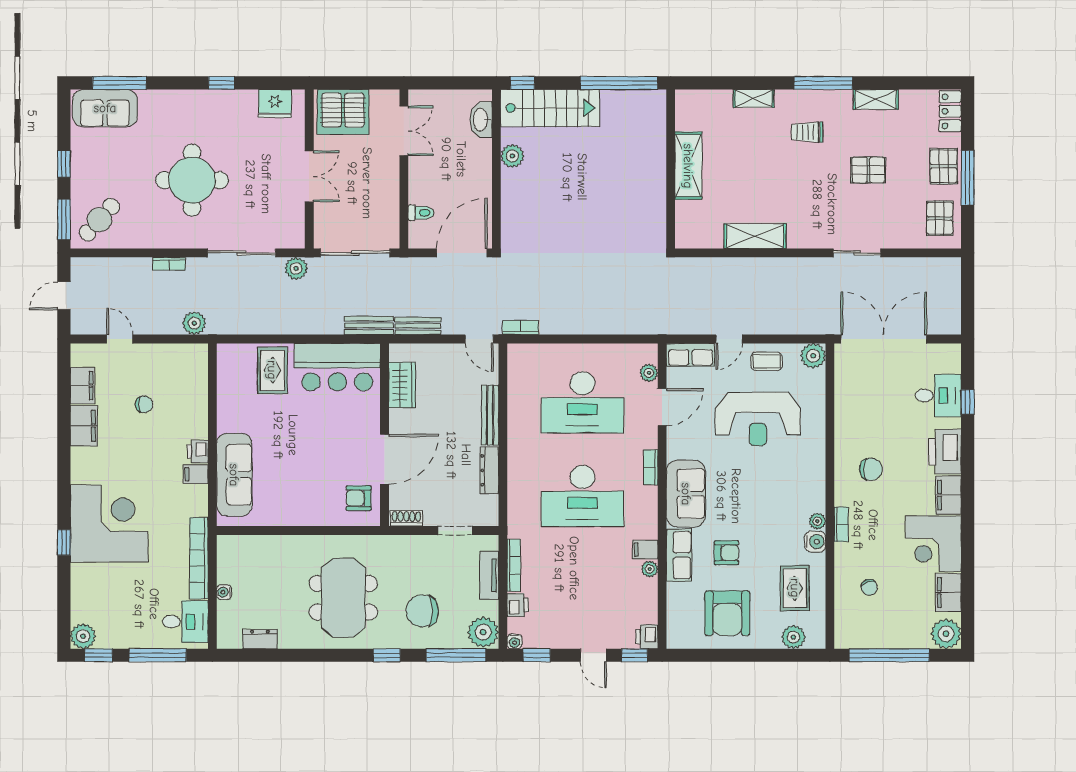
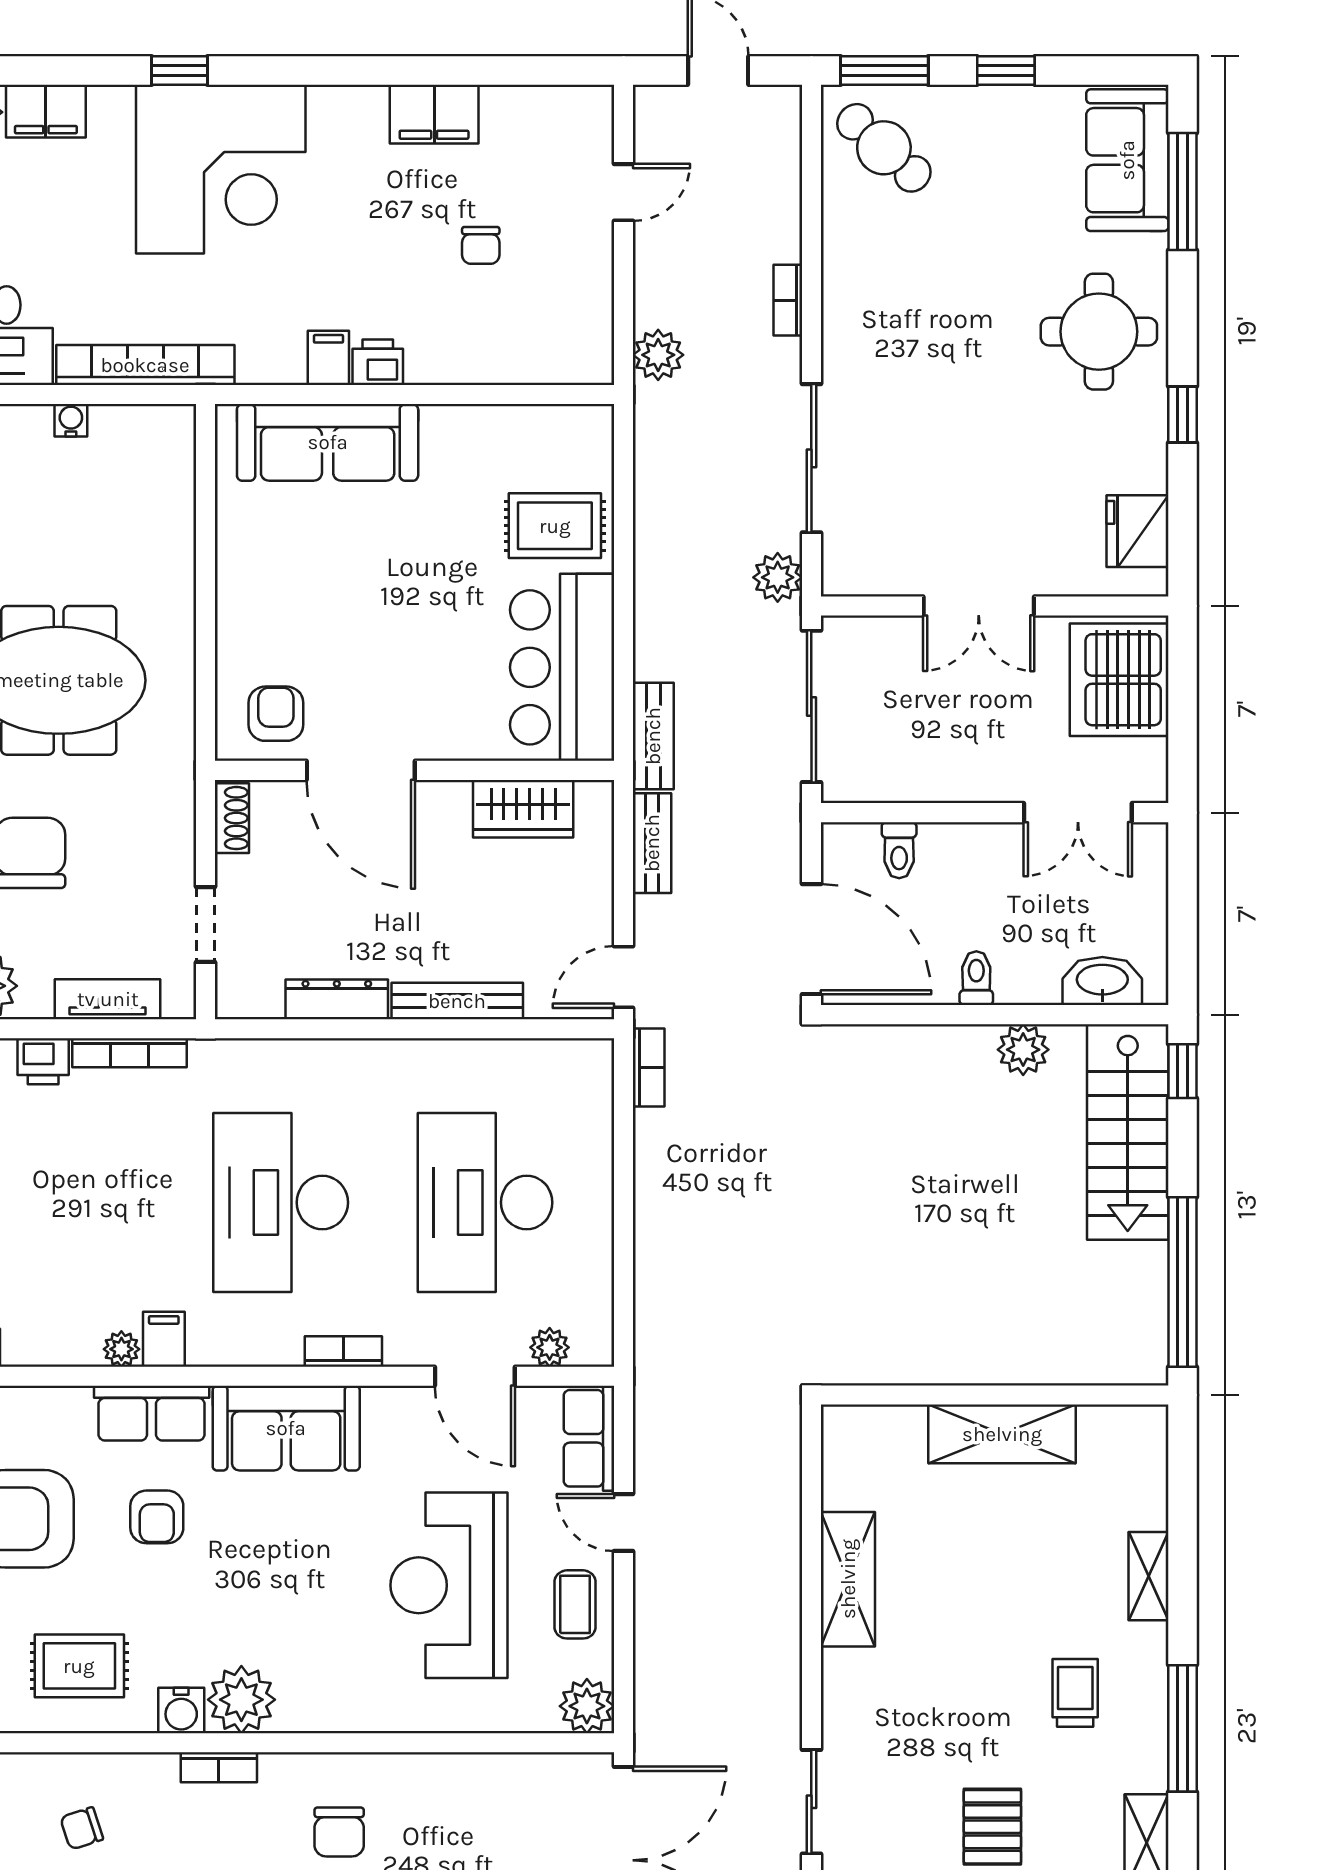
toilet: (480, 177) -> (976, 978), added
round table: (192, 180) -> (1099, 332), moved, width x0.73, depth x0.73
filing cabinet: (83, 386) -> (46, 111), moved
plant: (817, 521) -> (241, 1700), width x1.88, depth x1.88

